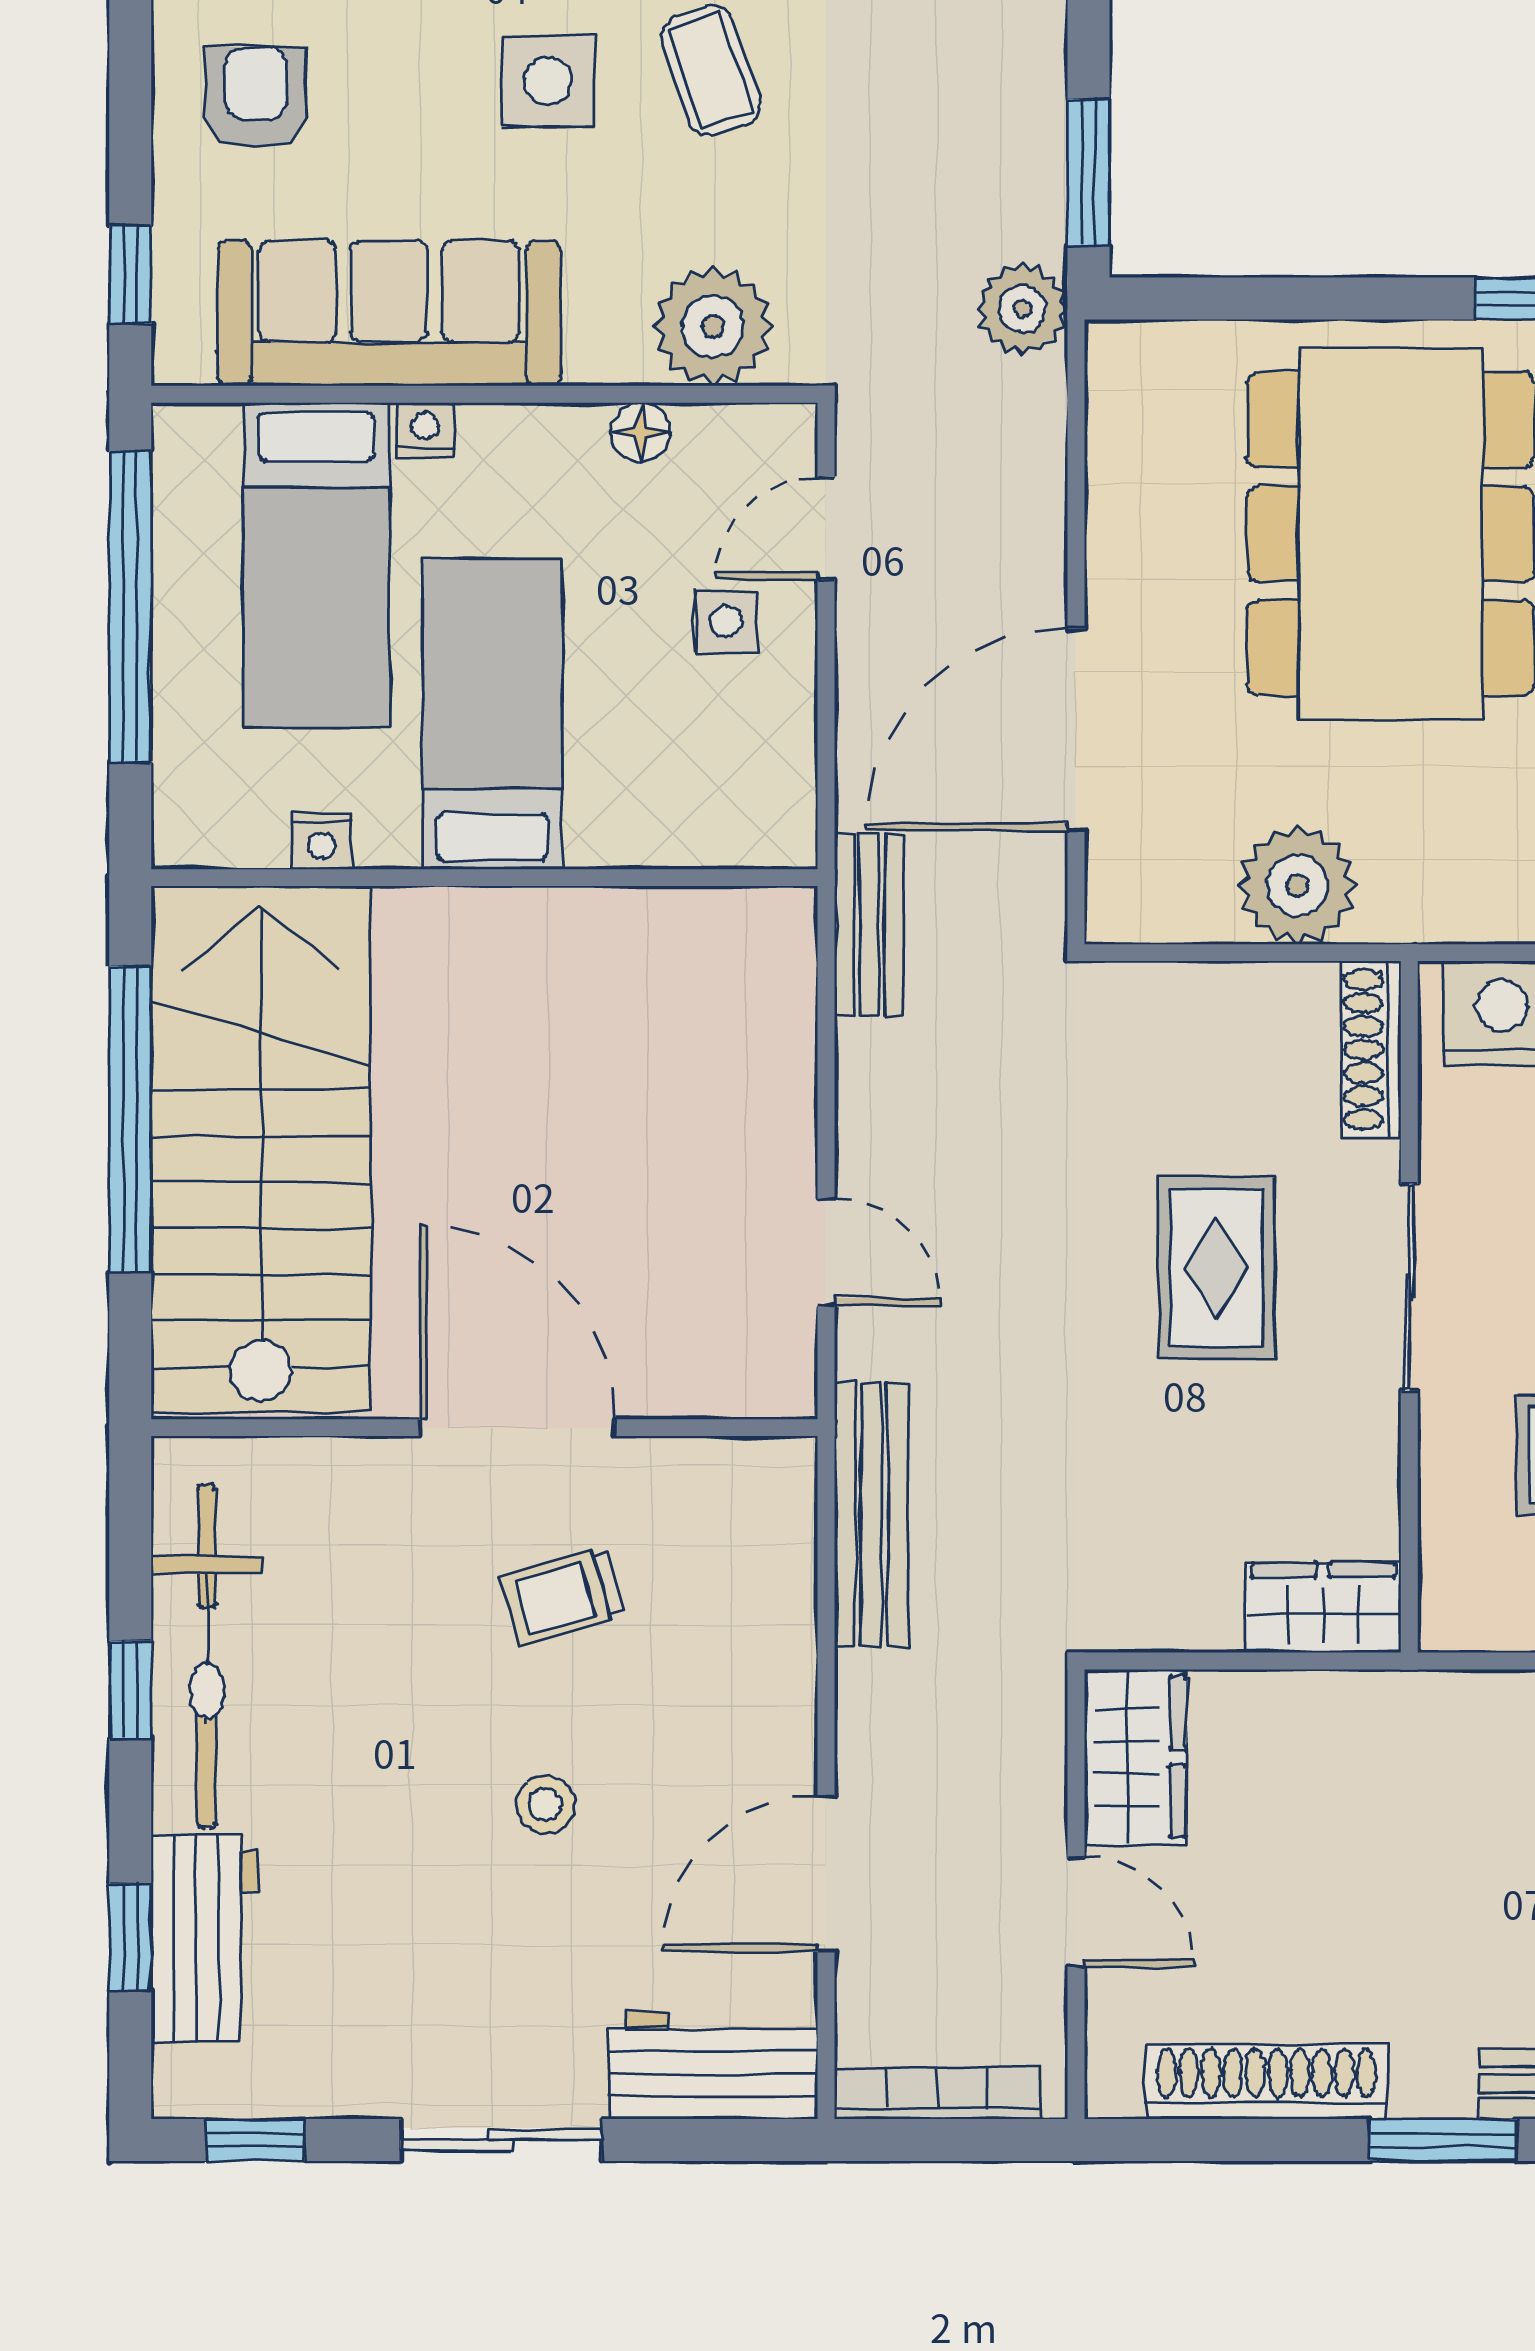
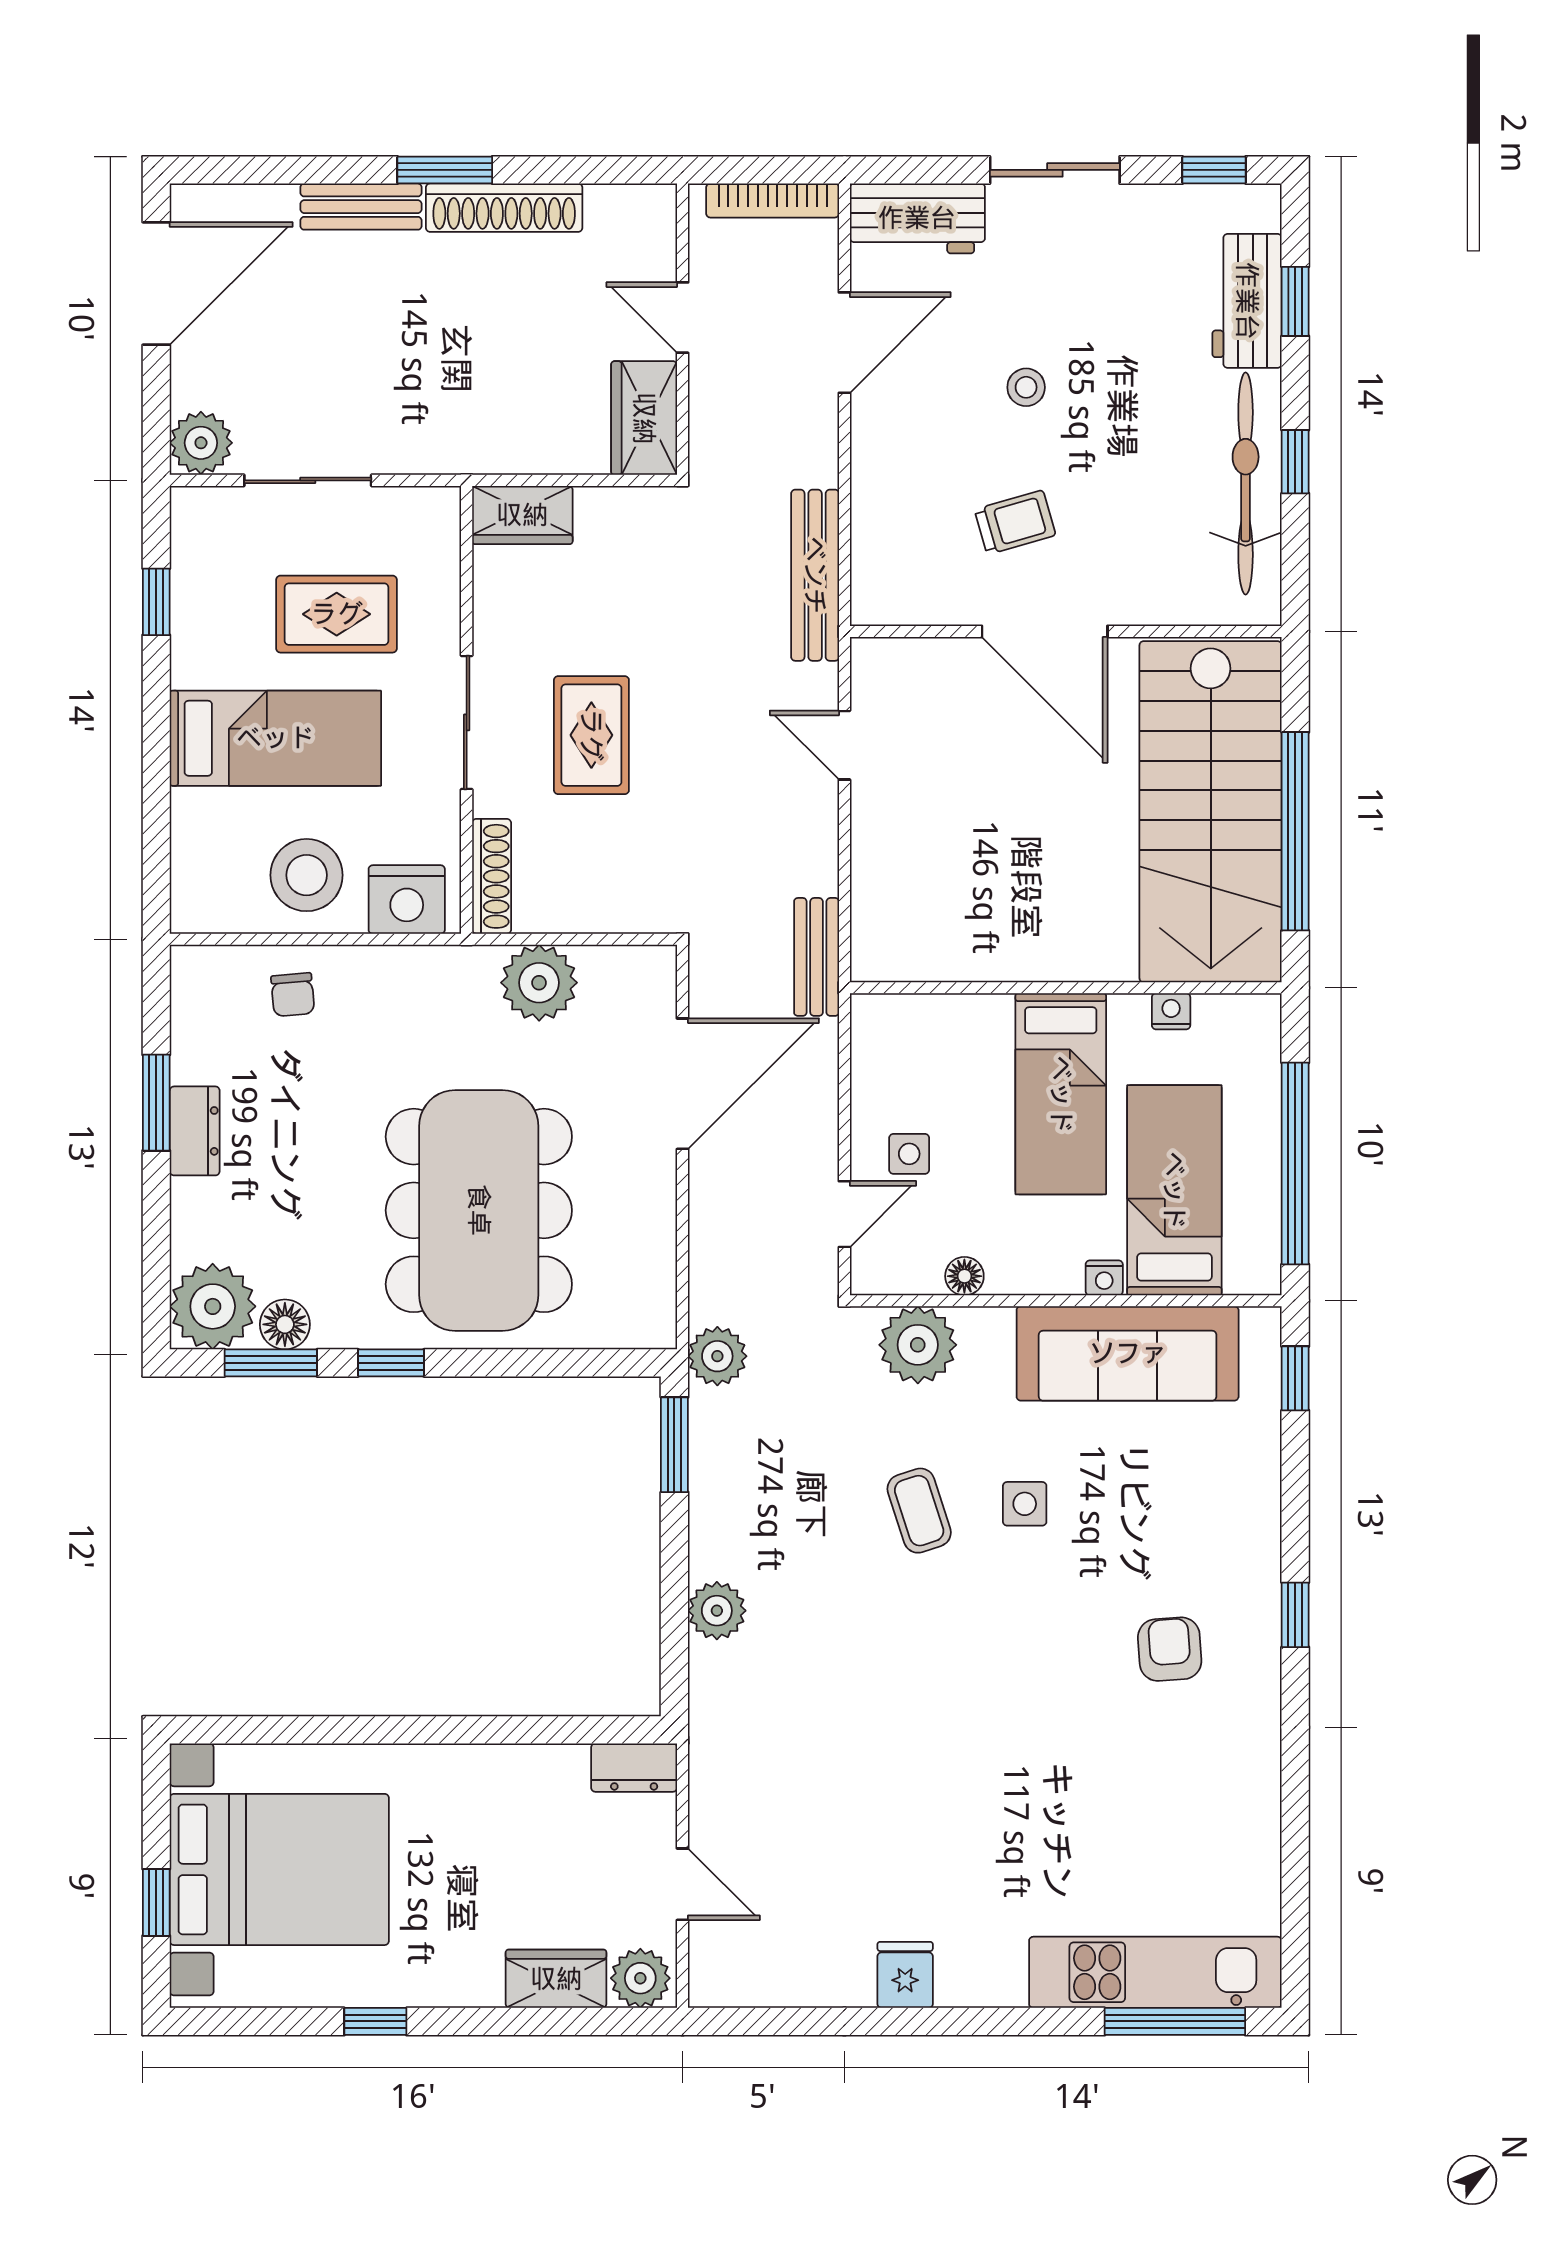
side table: (548, 81) -> (1025, 1504), width x0.73, depth x0.73
armchair: (256, 97) -> (1214, 1493), removed
shoe rack: (1266, 2082) -> (504, 208), moved

